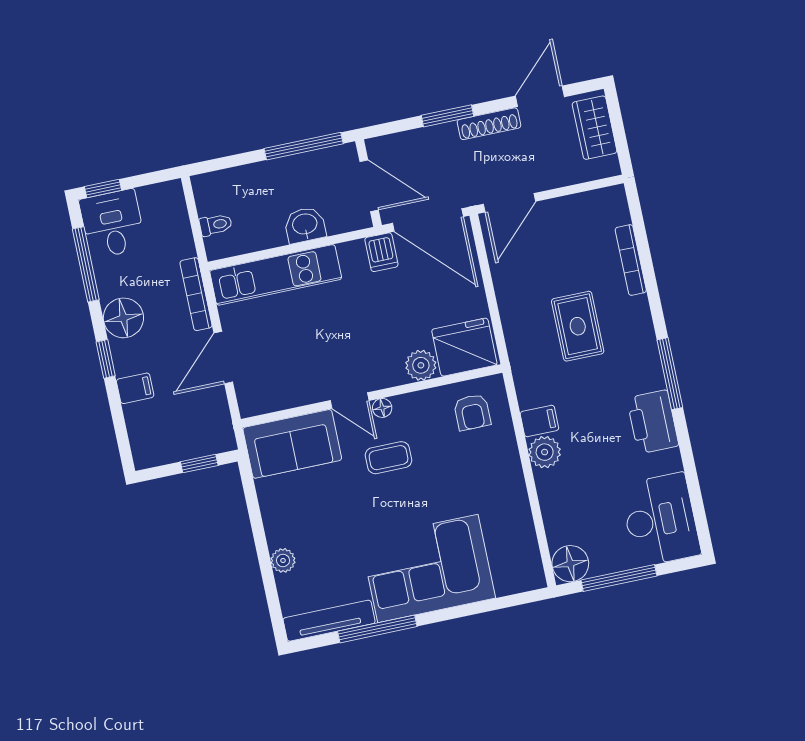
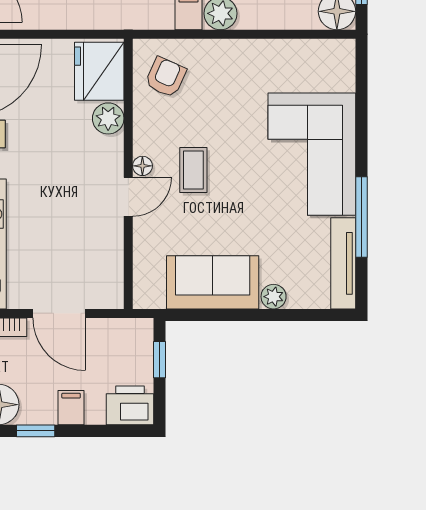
armchair: (472, 412) -> (166, 77), turned -66
printer: (149, 444) -> (130, 405), added
sofa: (292, 444) -> (213, 282), moved, turned -90

